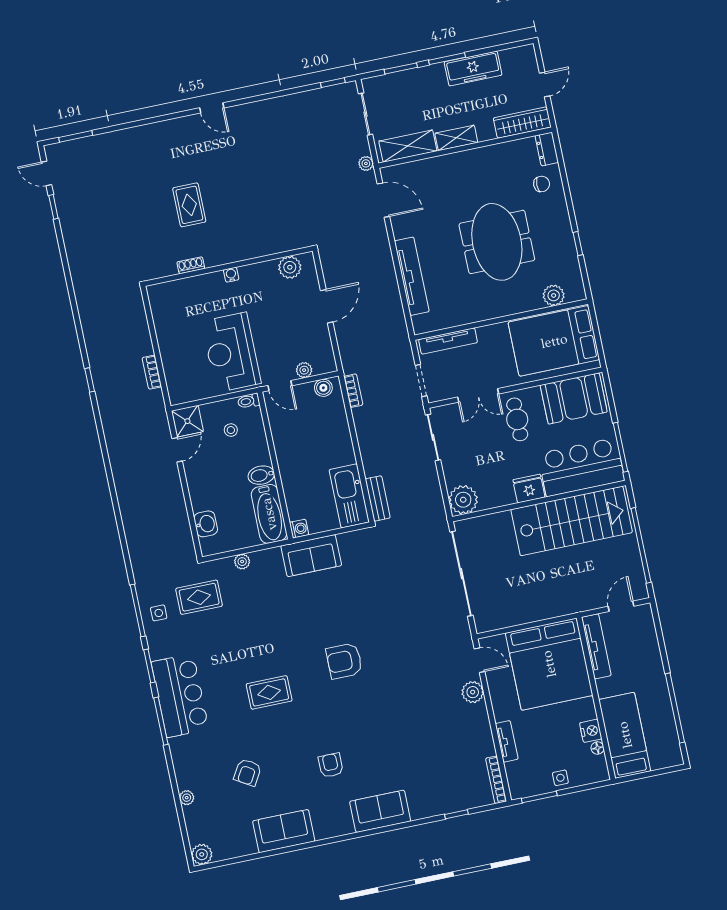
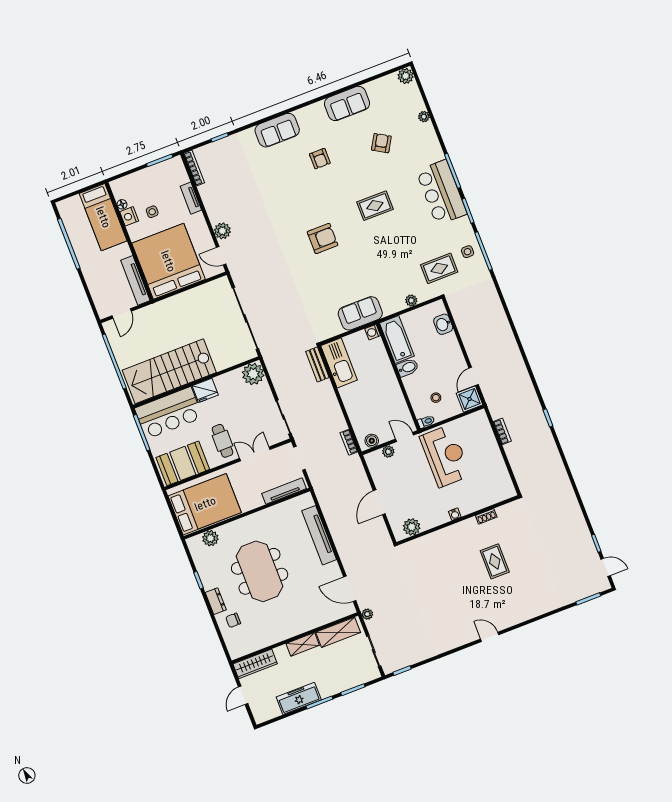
dresser: (547, 149) -> (216, 601), moved
side table: (560, 778) -> (152, 212), moved

